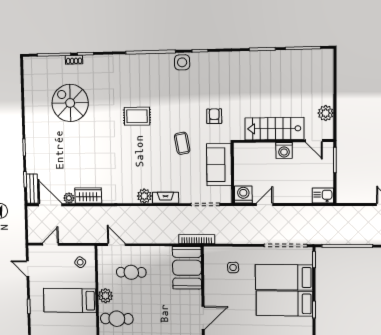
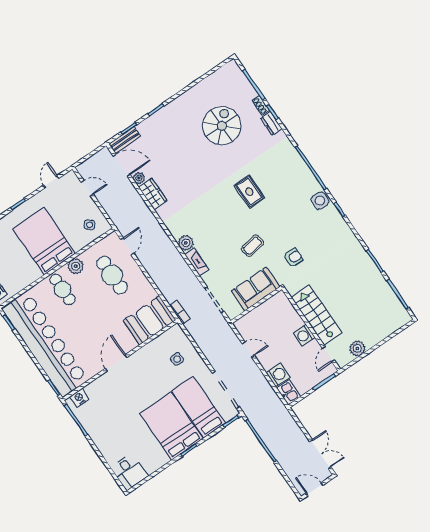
dresser: (94, 61) -> (271, 123), added
washing machine: (243, 195) -> (278, 375), moved
door: (50, 205) -> (122, 165), hinge flipped
bookcase: (197, 239) -> (180, 312), width x0.64
cafe table: (131, 272) -> (112, 275), width x1.37, depth x1.35
bed: (70, 300) -> (44, 241), width x1.50
bed: (284, 304) -> (171, 426), width x1.50
door: (203, 318) -> (116, 363), swing flipped

